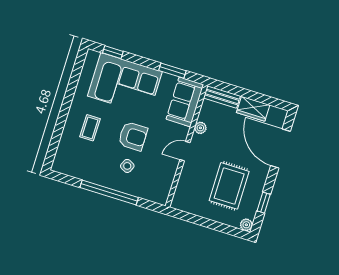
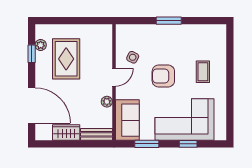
window: (113, 52) -> (188, 144), moved
side table: (127, 166) -> (133, 57), moved
window: (109, 192) -> (169, 21), width x0.47
plant: (246, 225) -> (41, 45), moved

